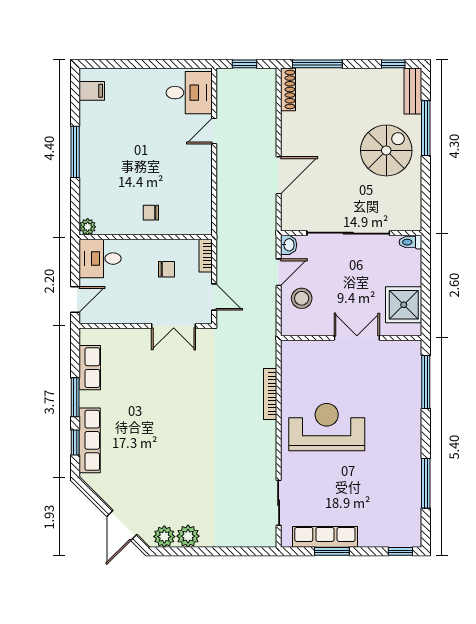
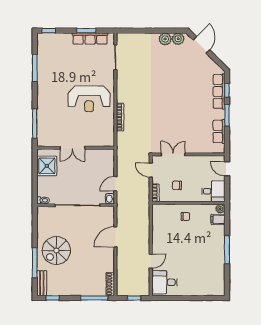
filing cabinet: (92, 91) -> (218, 219), moved
stool: (302, 298) -> (103, 169), removed
door: (75, 300) -> (227, 169), hinge flipped

